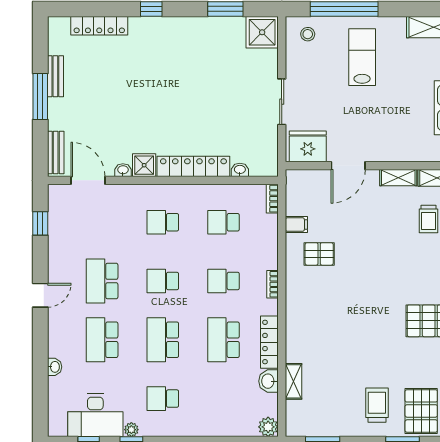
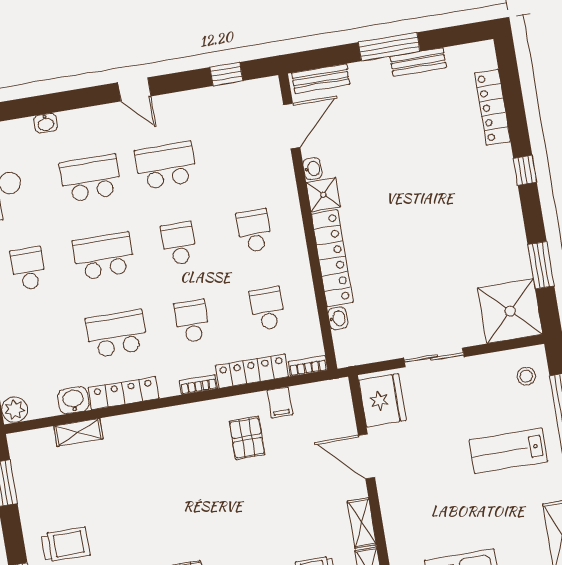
shower: (262, 32) -> (510, 311), width x1.37, depth x1.37
lab bench: (362, 57) -> (508, 451), turned 180
locker: (269, 242) -> (252, 371), added

